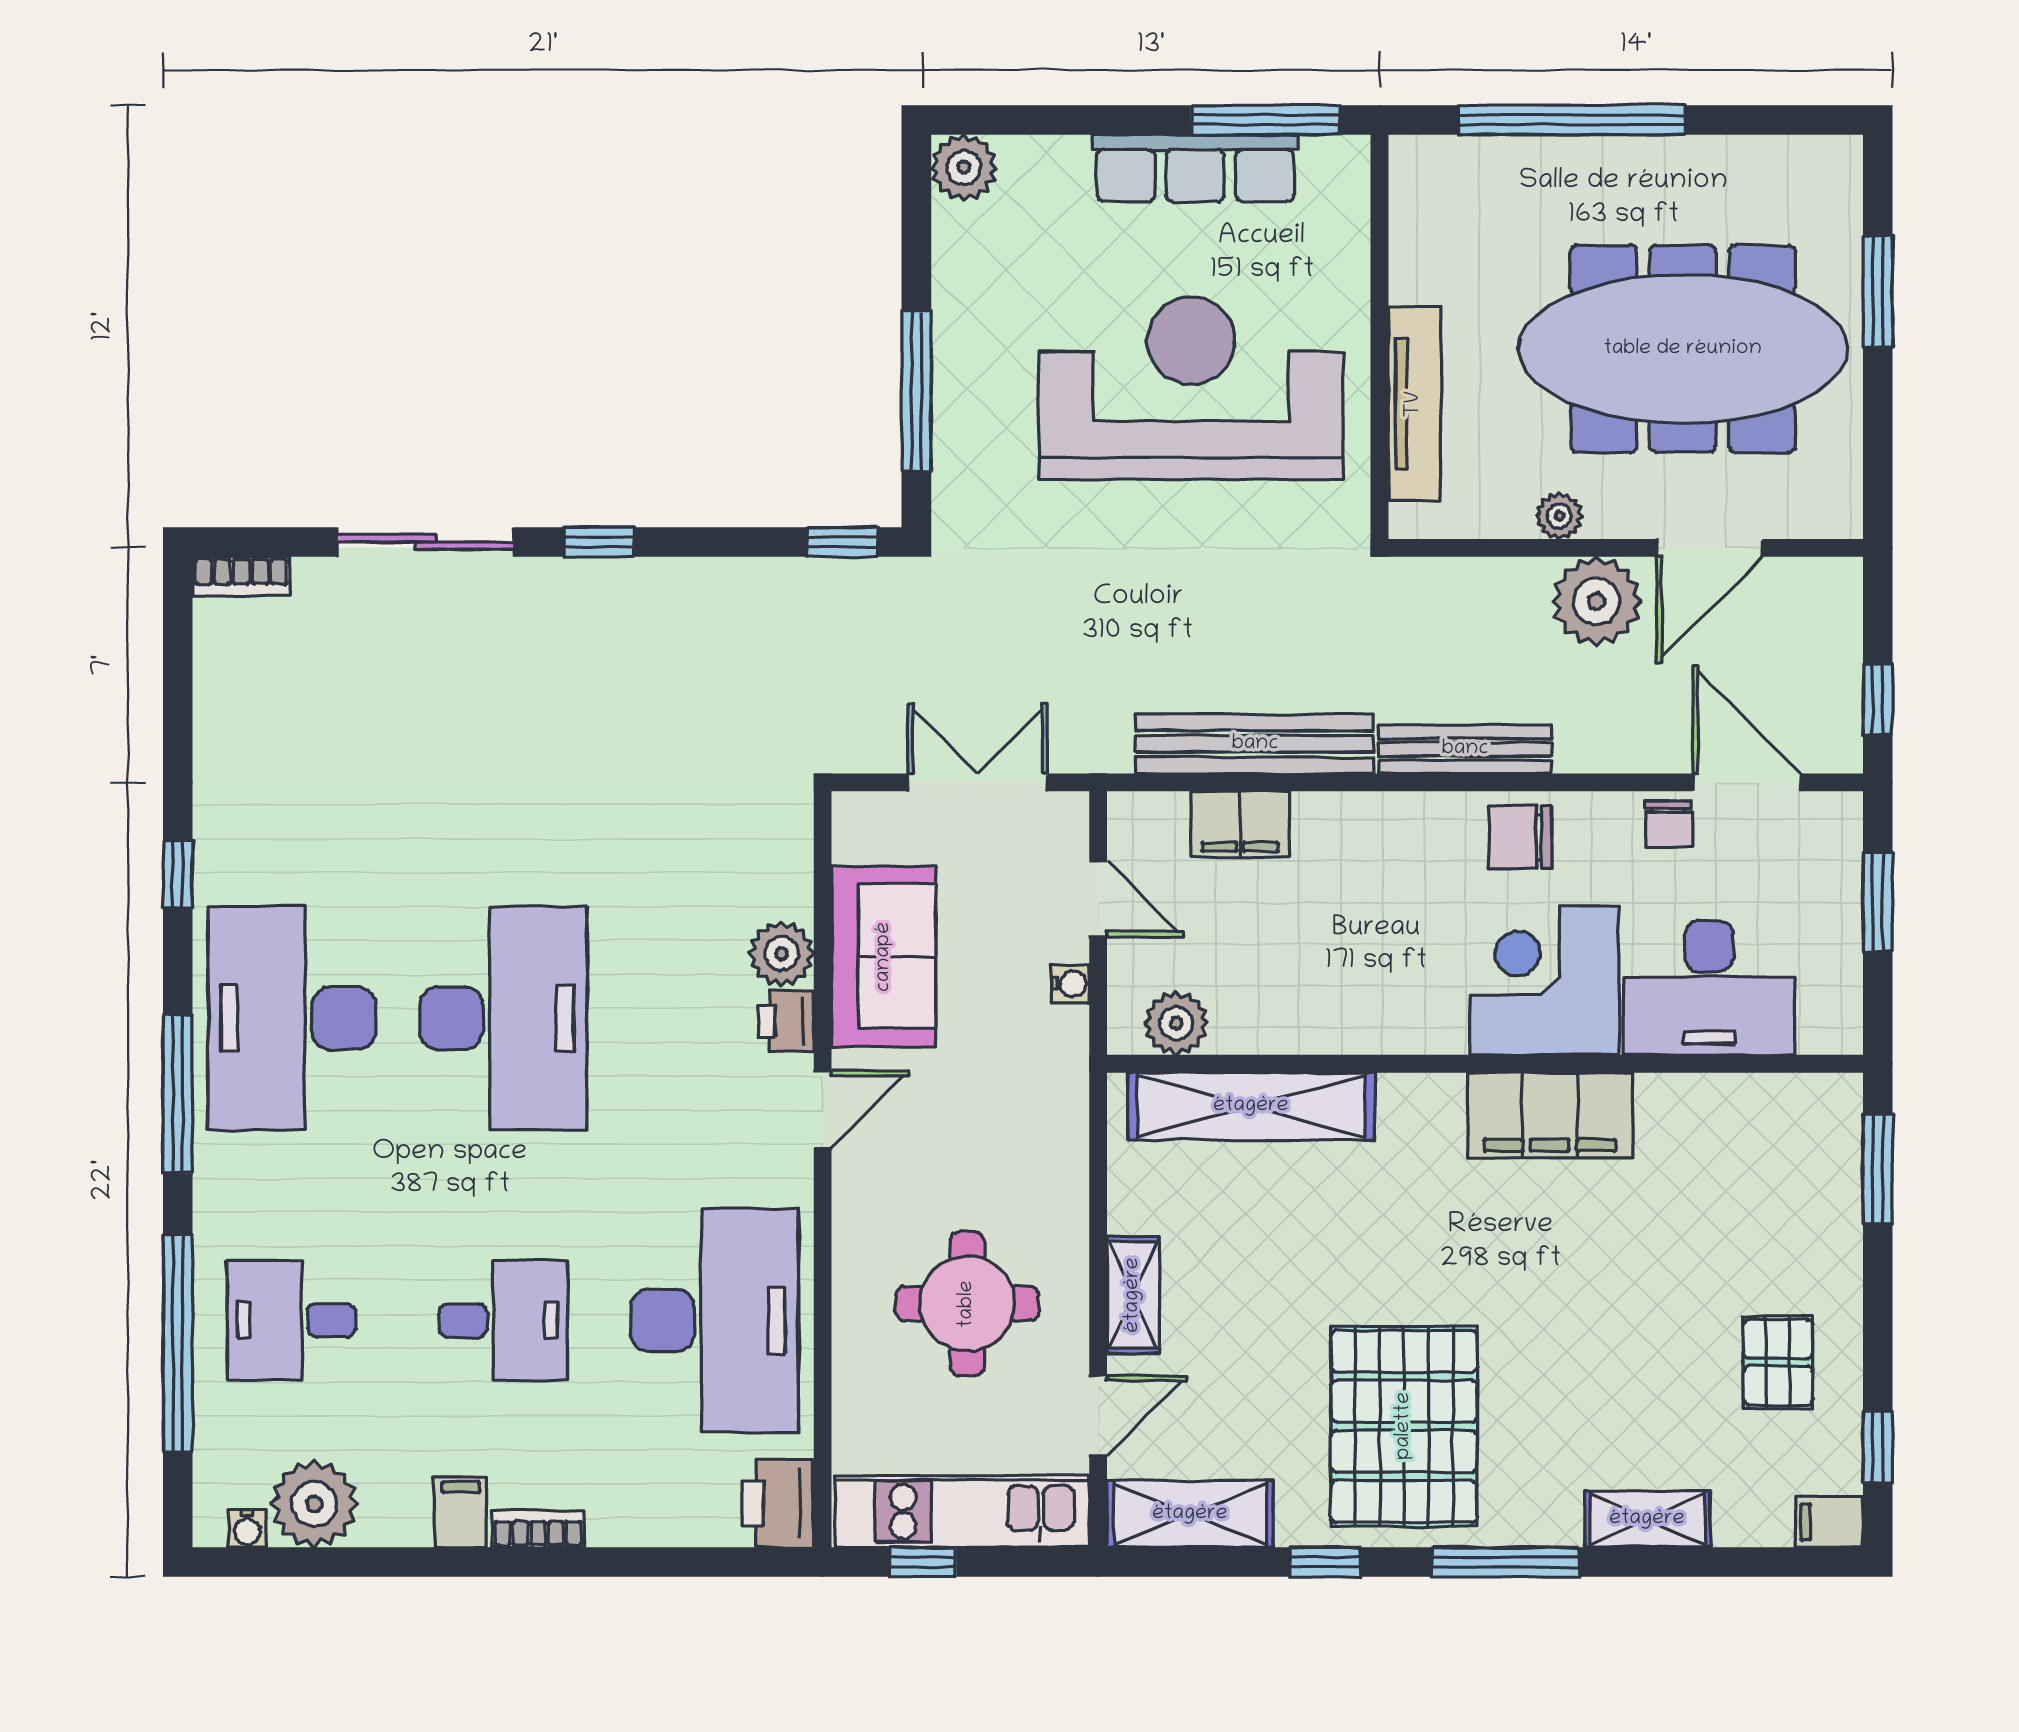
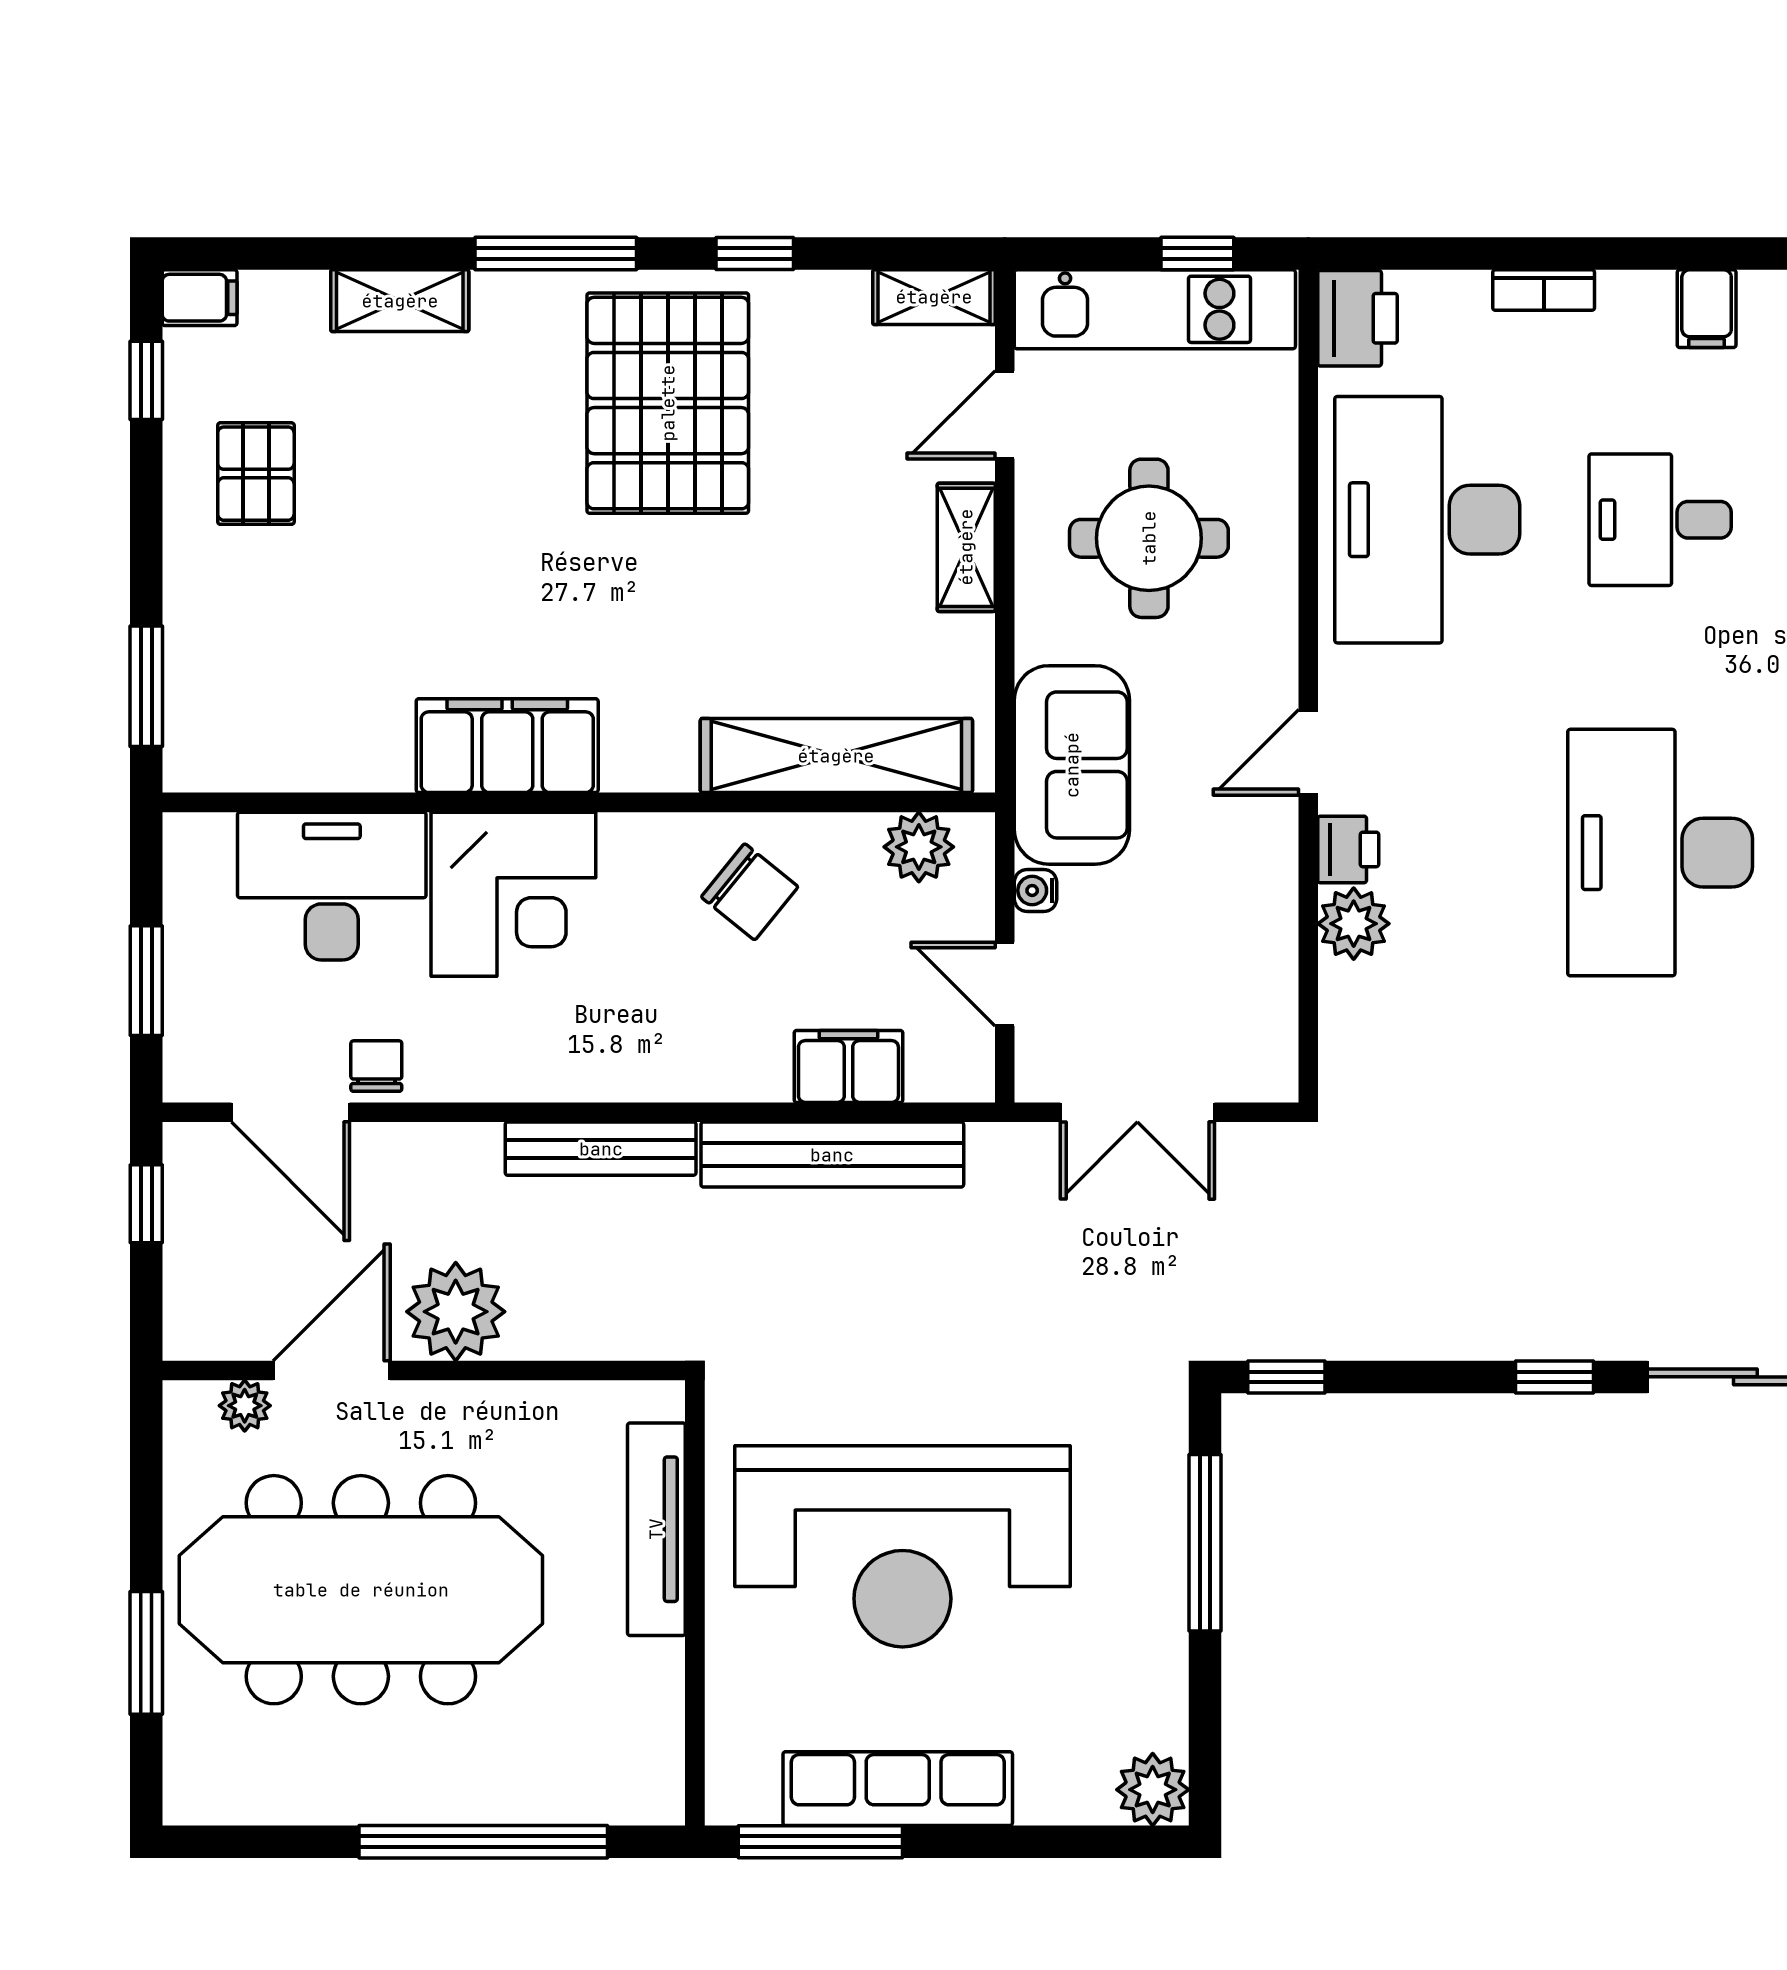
plant: (1559, 516) -> (245, 1406), moved
chair: (1520, 837) -> (750, 892), moved, turned 39
sofa: (884, 957) -> (1072, 765), moved, turned 180
shelving: (1190, 1514) -> (934, 297), width x0.67, depth x0.75
bookcase: (538, 1529) -> (1544, 290), moved

